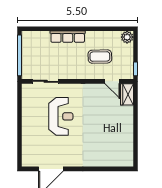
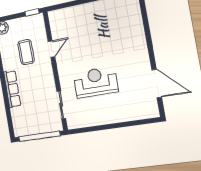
door: (112, 81) -> (51, 49), moved
wardrobe: (127, 94) -> (60, 16), removed

